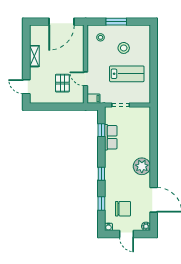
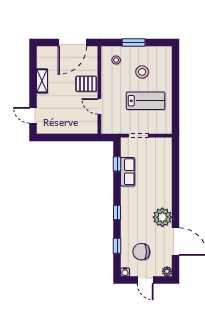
pallet: (62, 83) -> (86, 84), moved, turned 90
filing cabinet: (94, 99) -> (108, 128), removed
plant: (142, 166) -> (162, 217), moved
chair: (123, 209) -> (141, 252), turned 180

